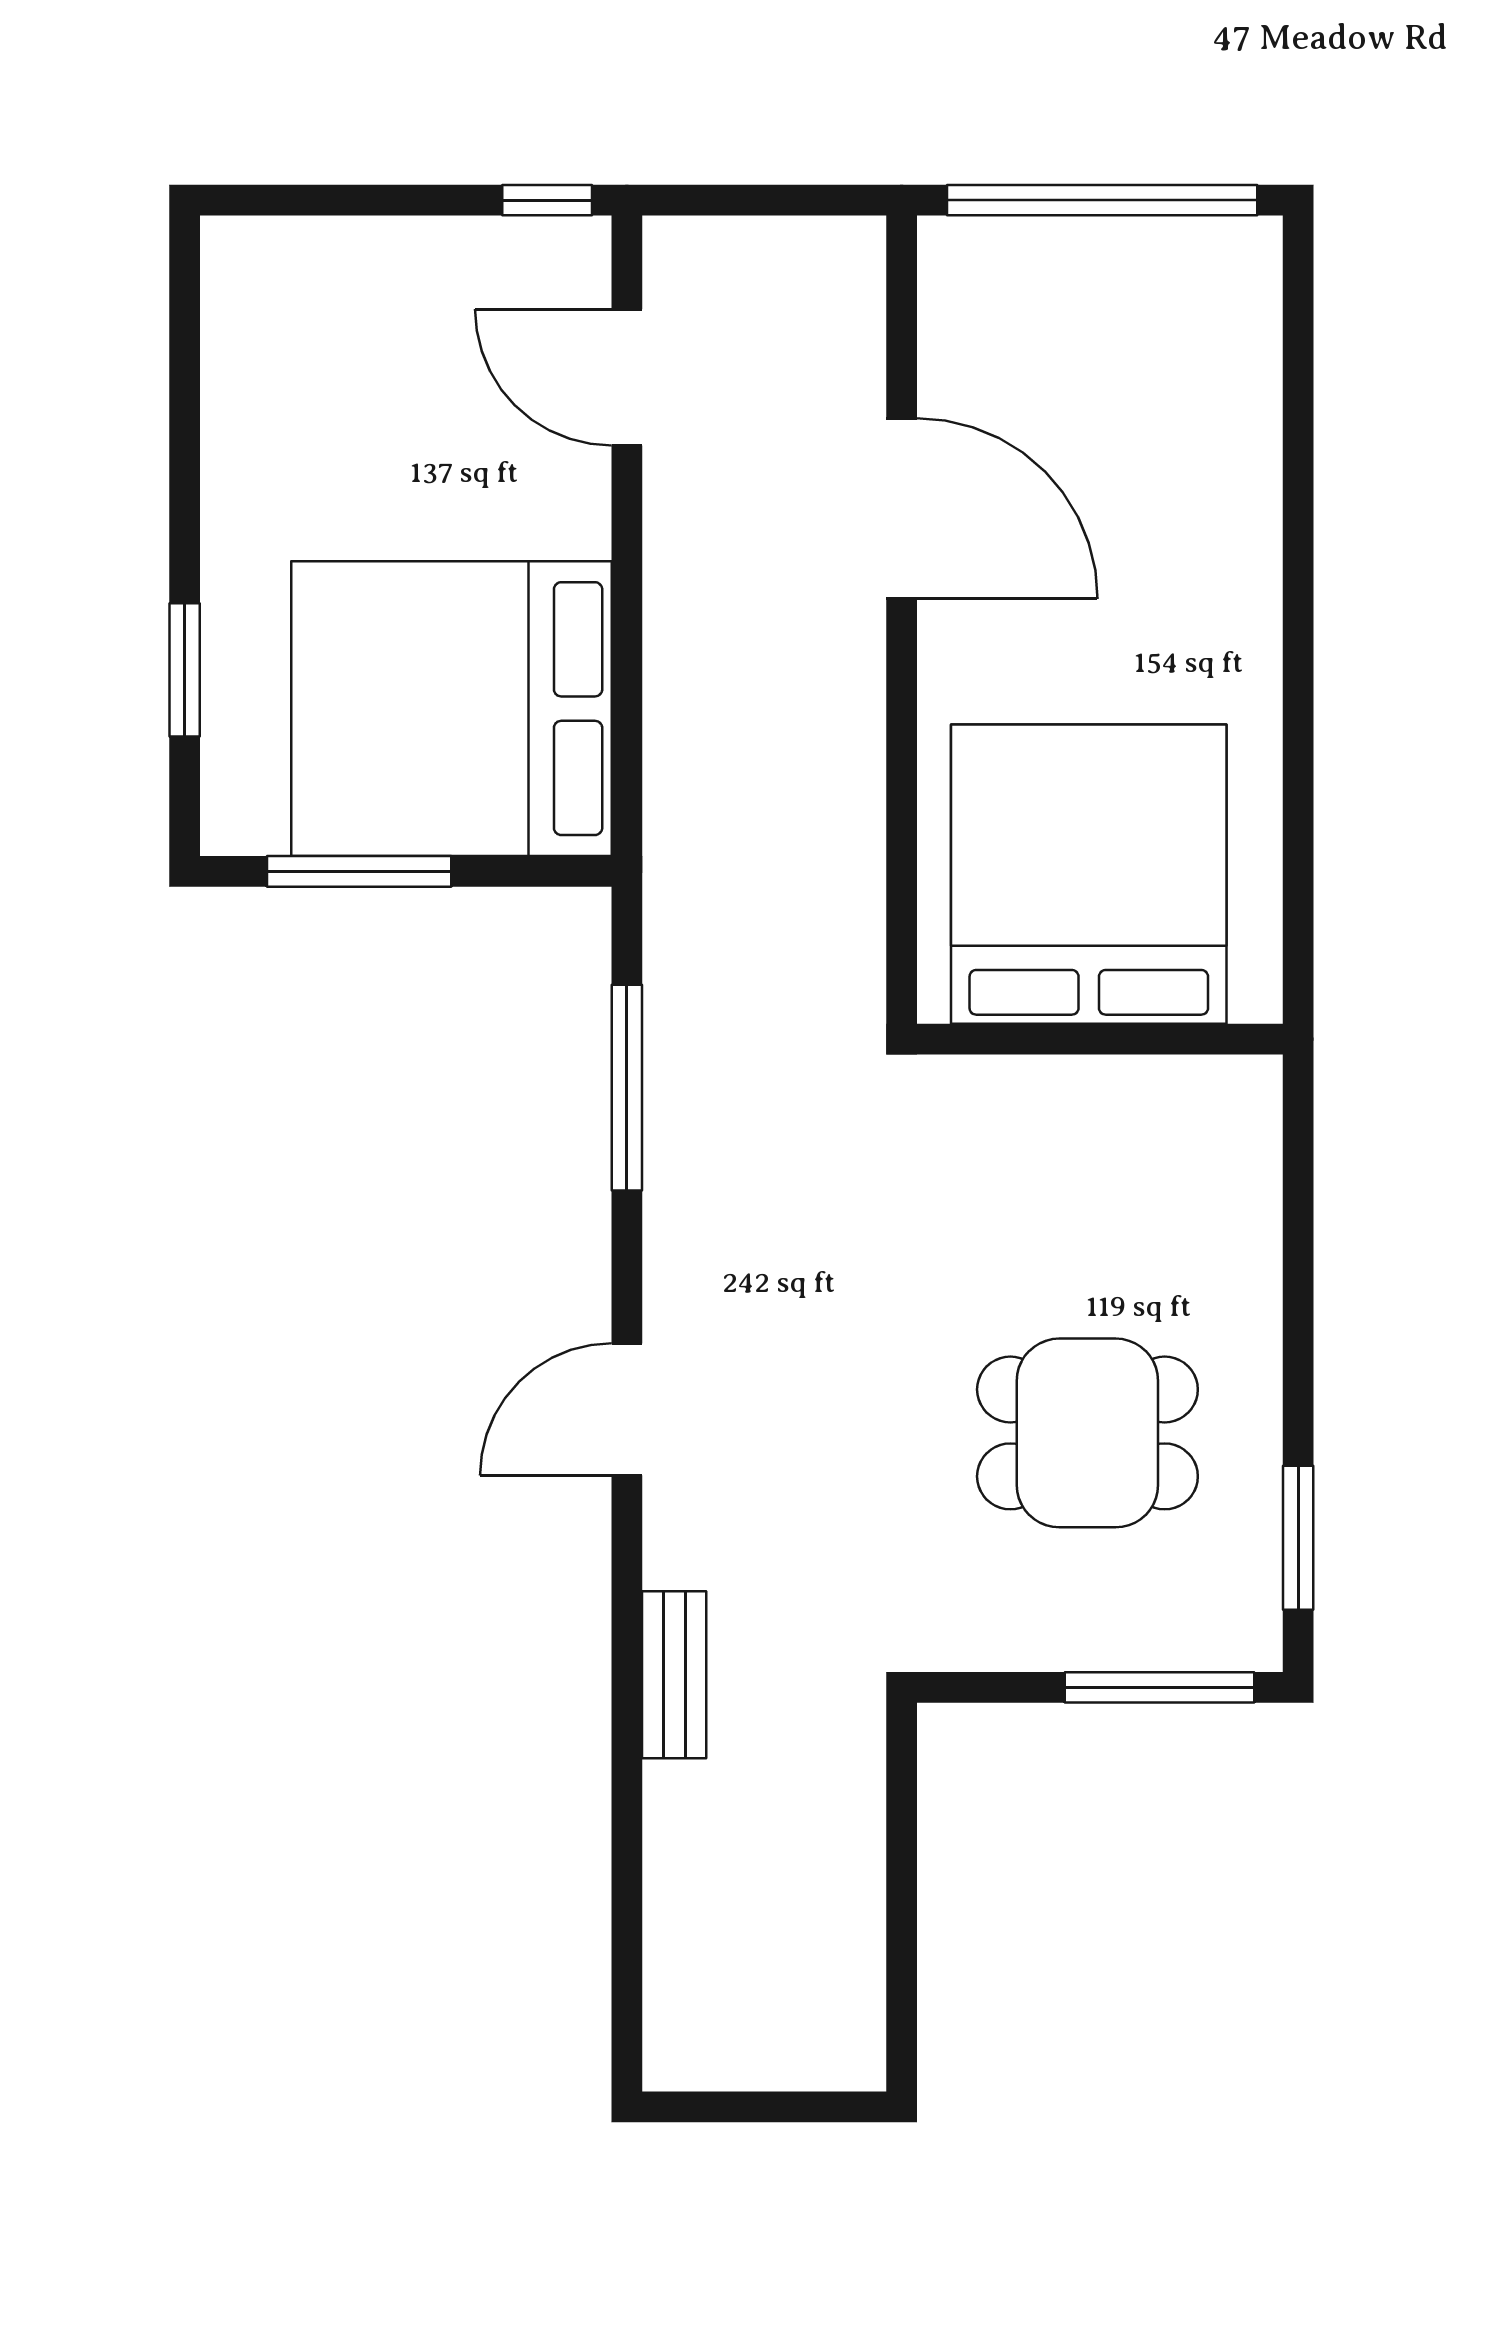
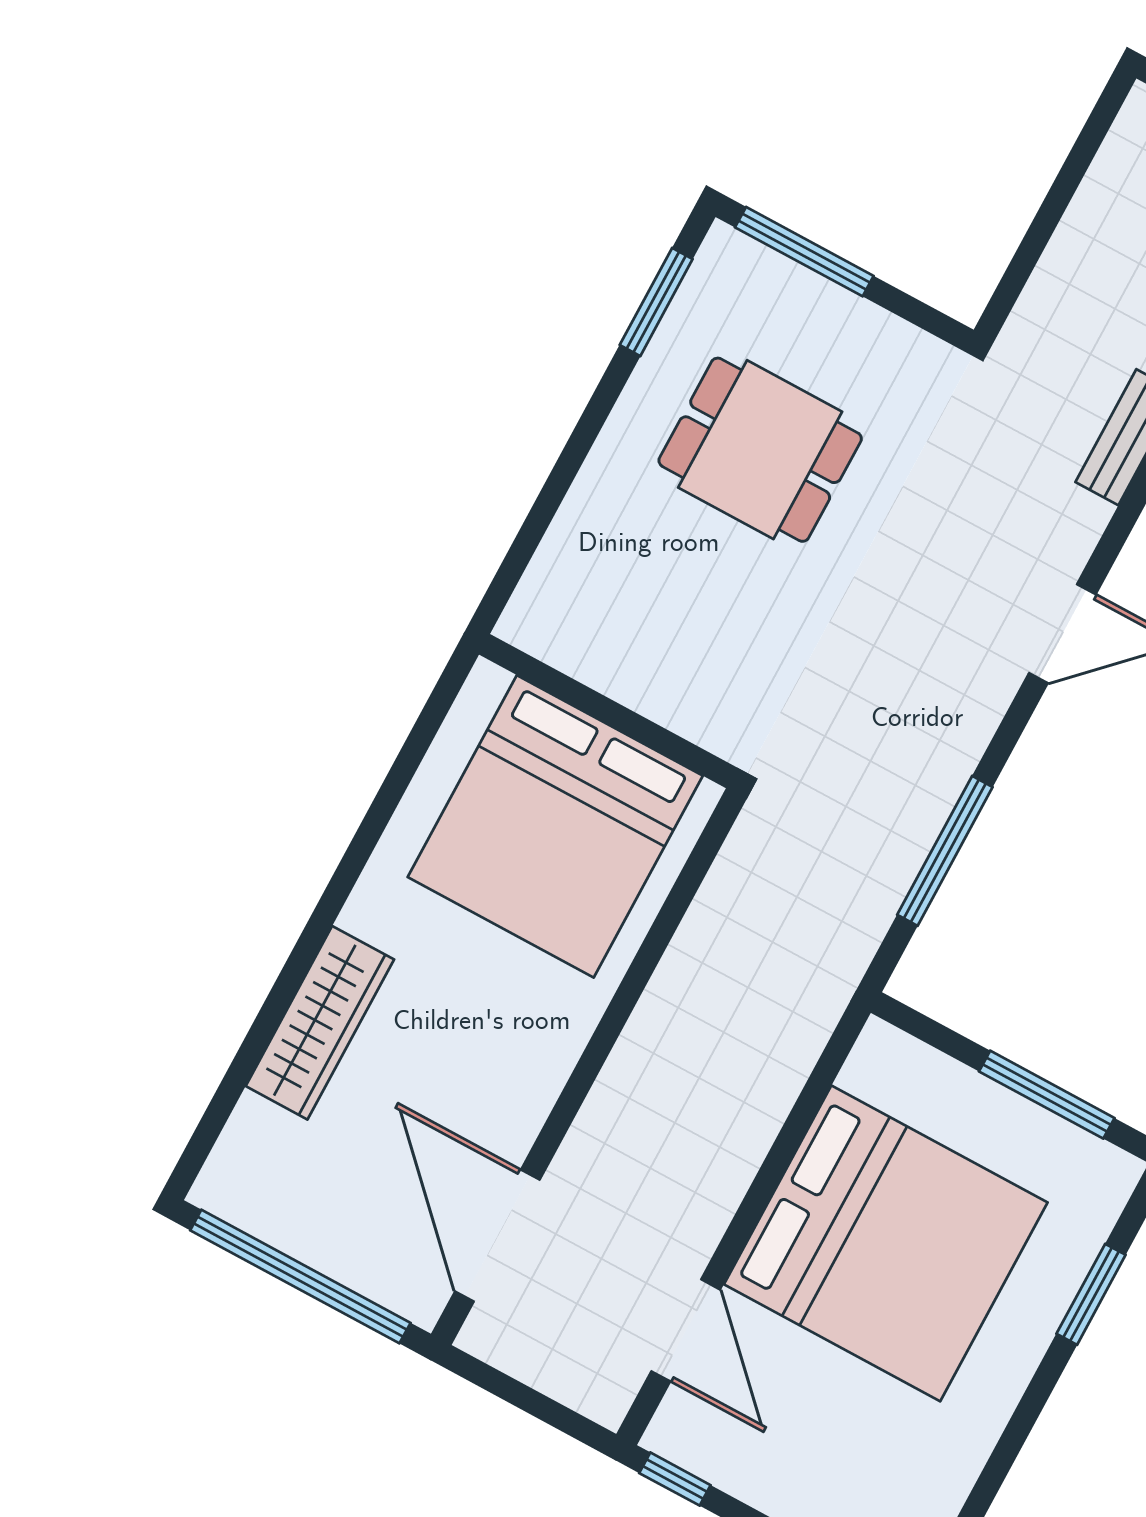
wardrobe: (1237, 503) -> (320, 1023), added
door: (902, 509) -> (497, 1236), moved
bed: (452, 709) -> (886, 1243), moved

